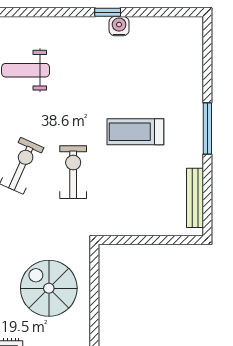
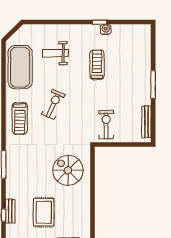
treadmill: (135, 132) -> (97, 65), moved, turned 90
exercise bike: (73, 172) -> (106, 125), moved

